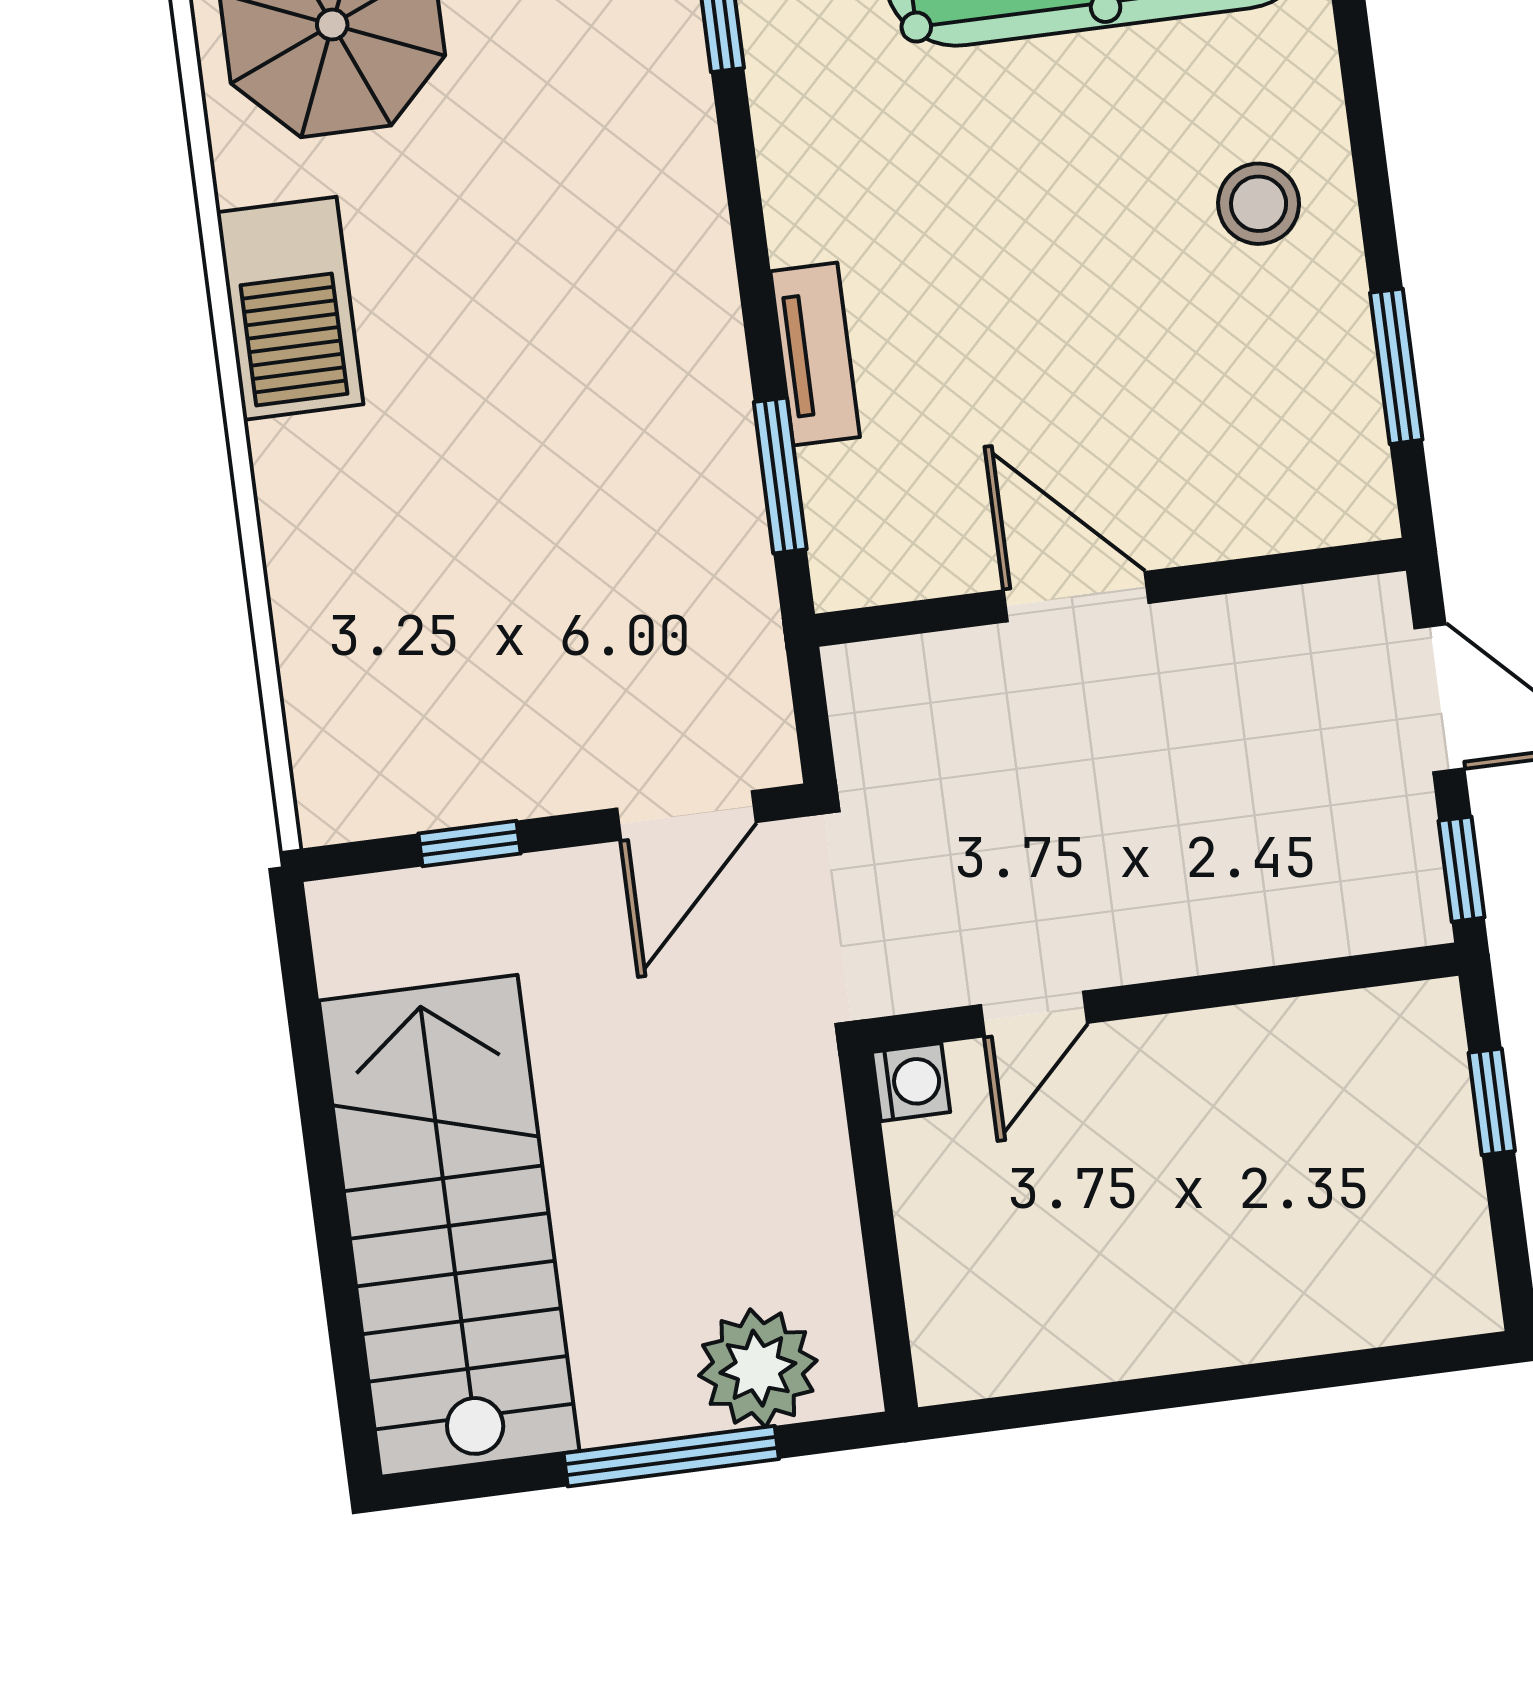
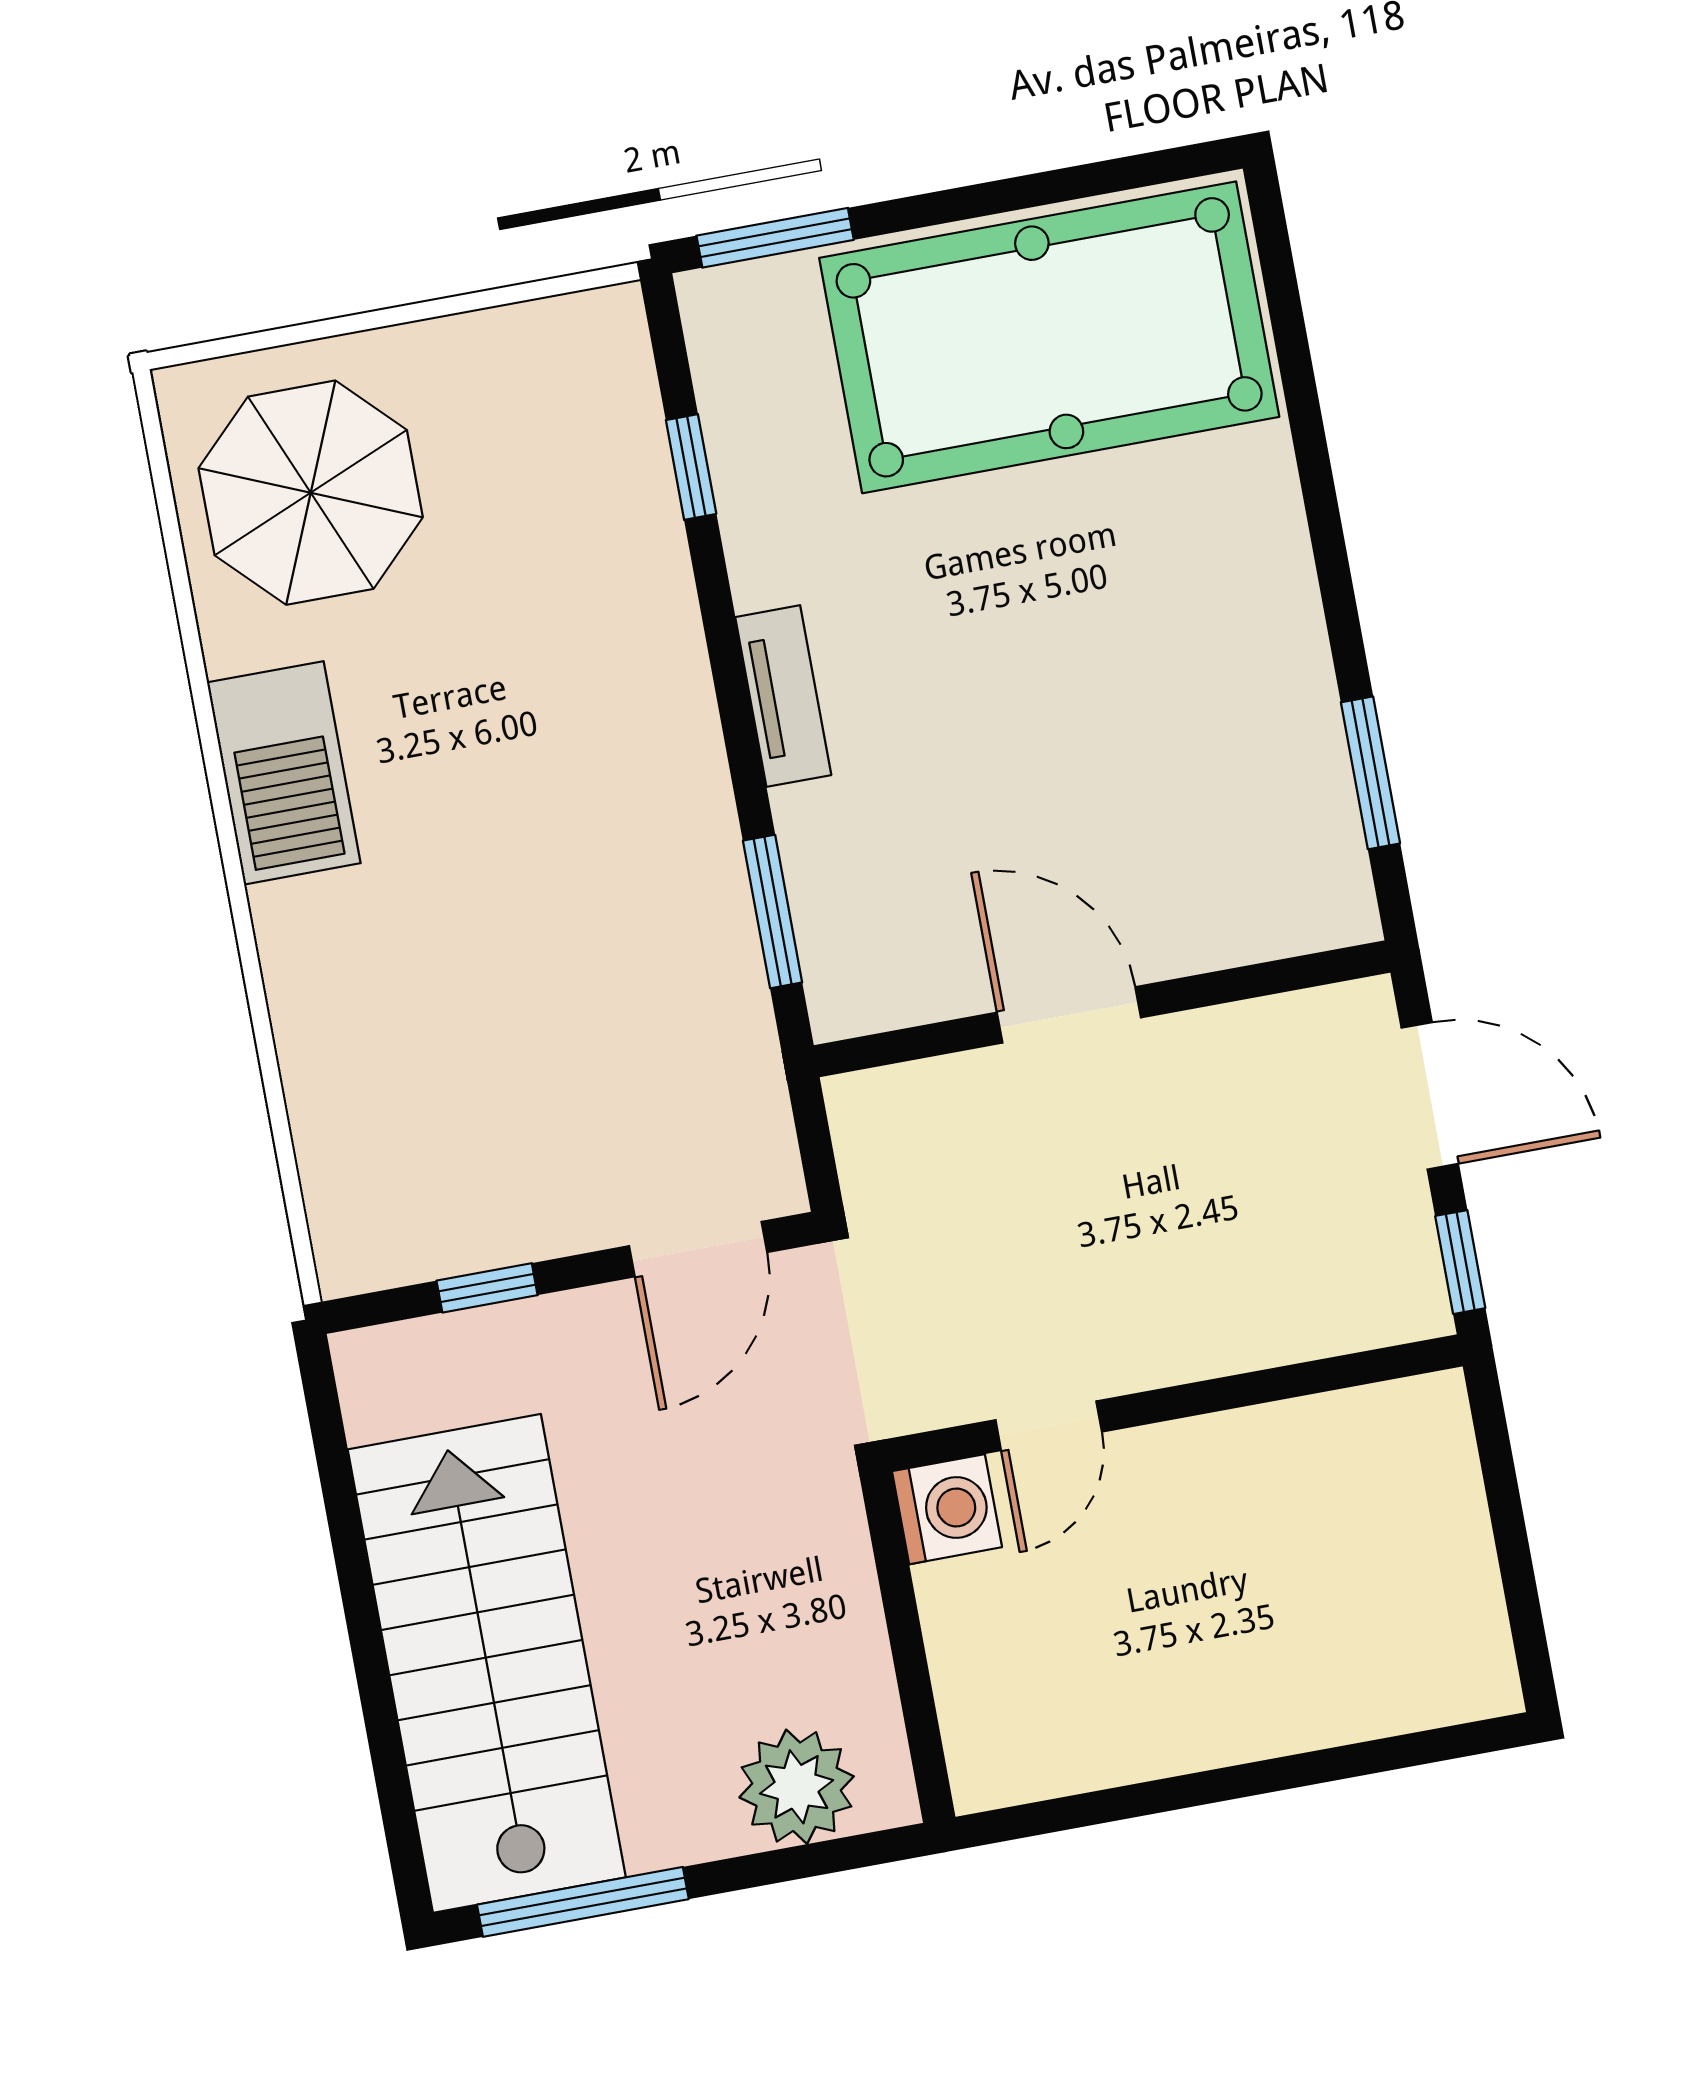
stool: (1259, 204) -> (1227, 621), removed
tv unit: (815, 354) -> (783, 696), moved
washing machine: (911, 1082) -> (947, 1509), width x1.38, depth x1.38
window: (1492, 1102) -> (1502, 1488), removed
window: (671, 1456) -> (583, 1902), moved

